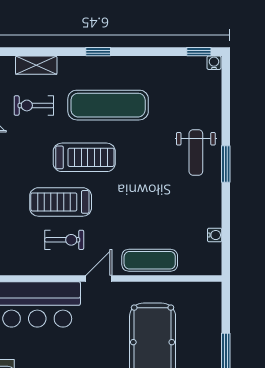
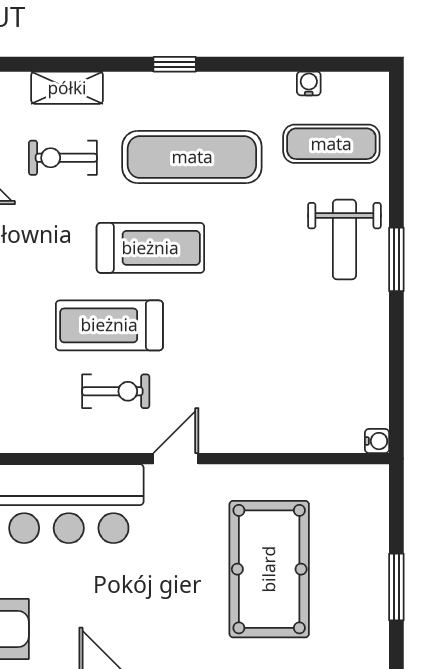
window: (199, 52) -> (350, 64), removed
water cooler: (214, 63) -> (309, 83), moved
water cooler: (215, 235) -> (377, 441), moved
exercise mat: (150, 260) -> (331, 144), moved

